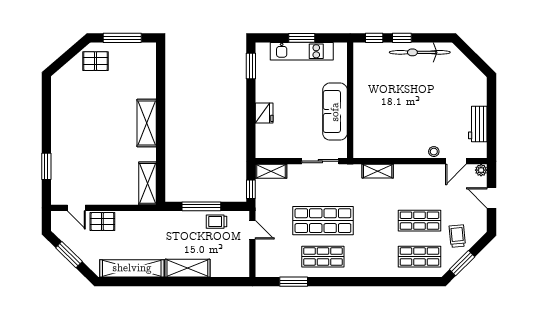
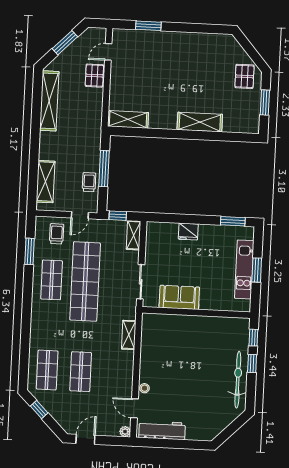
window: (122, 38) -> (265, 102), width x0.69
sofa: (335, 112) -> (179, 297), width x0.73
shelving: (147, 123) -> (200, 122), moved
workbench: (478, 124) -> (162, 430), width x1.38
door: (492, 198) -> (85, 439), moved
shop shelf: (323, 221) -> (85, 282), width x1.40
trolley: (457, 236) -> (57, 234), moved, turned -85
window: (462, 263) -> (39, 410), width x0.67
shelving: (187, 268) -> (46, 182), moved

